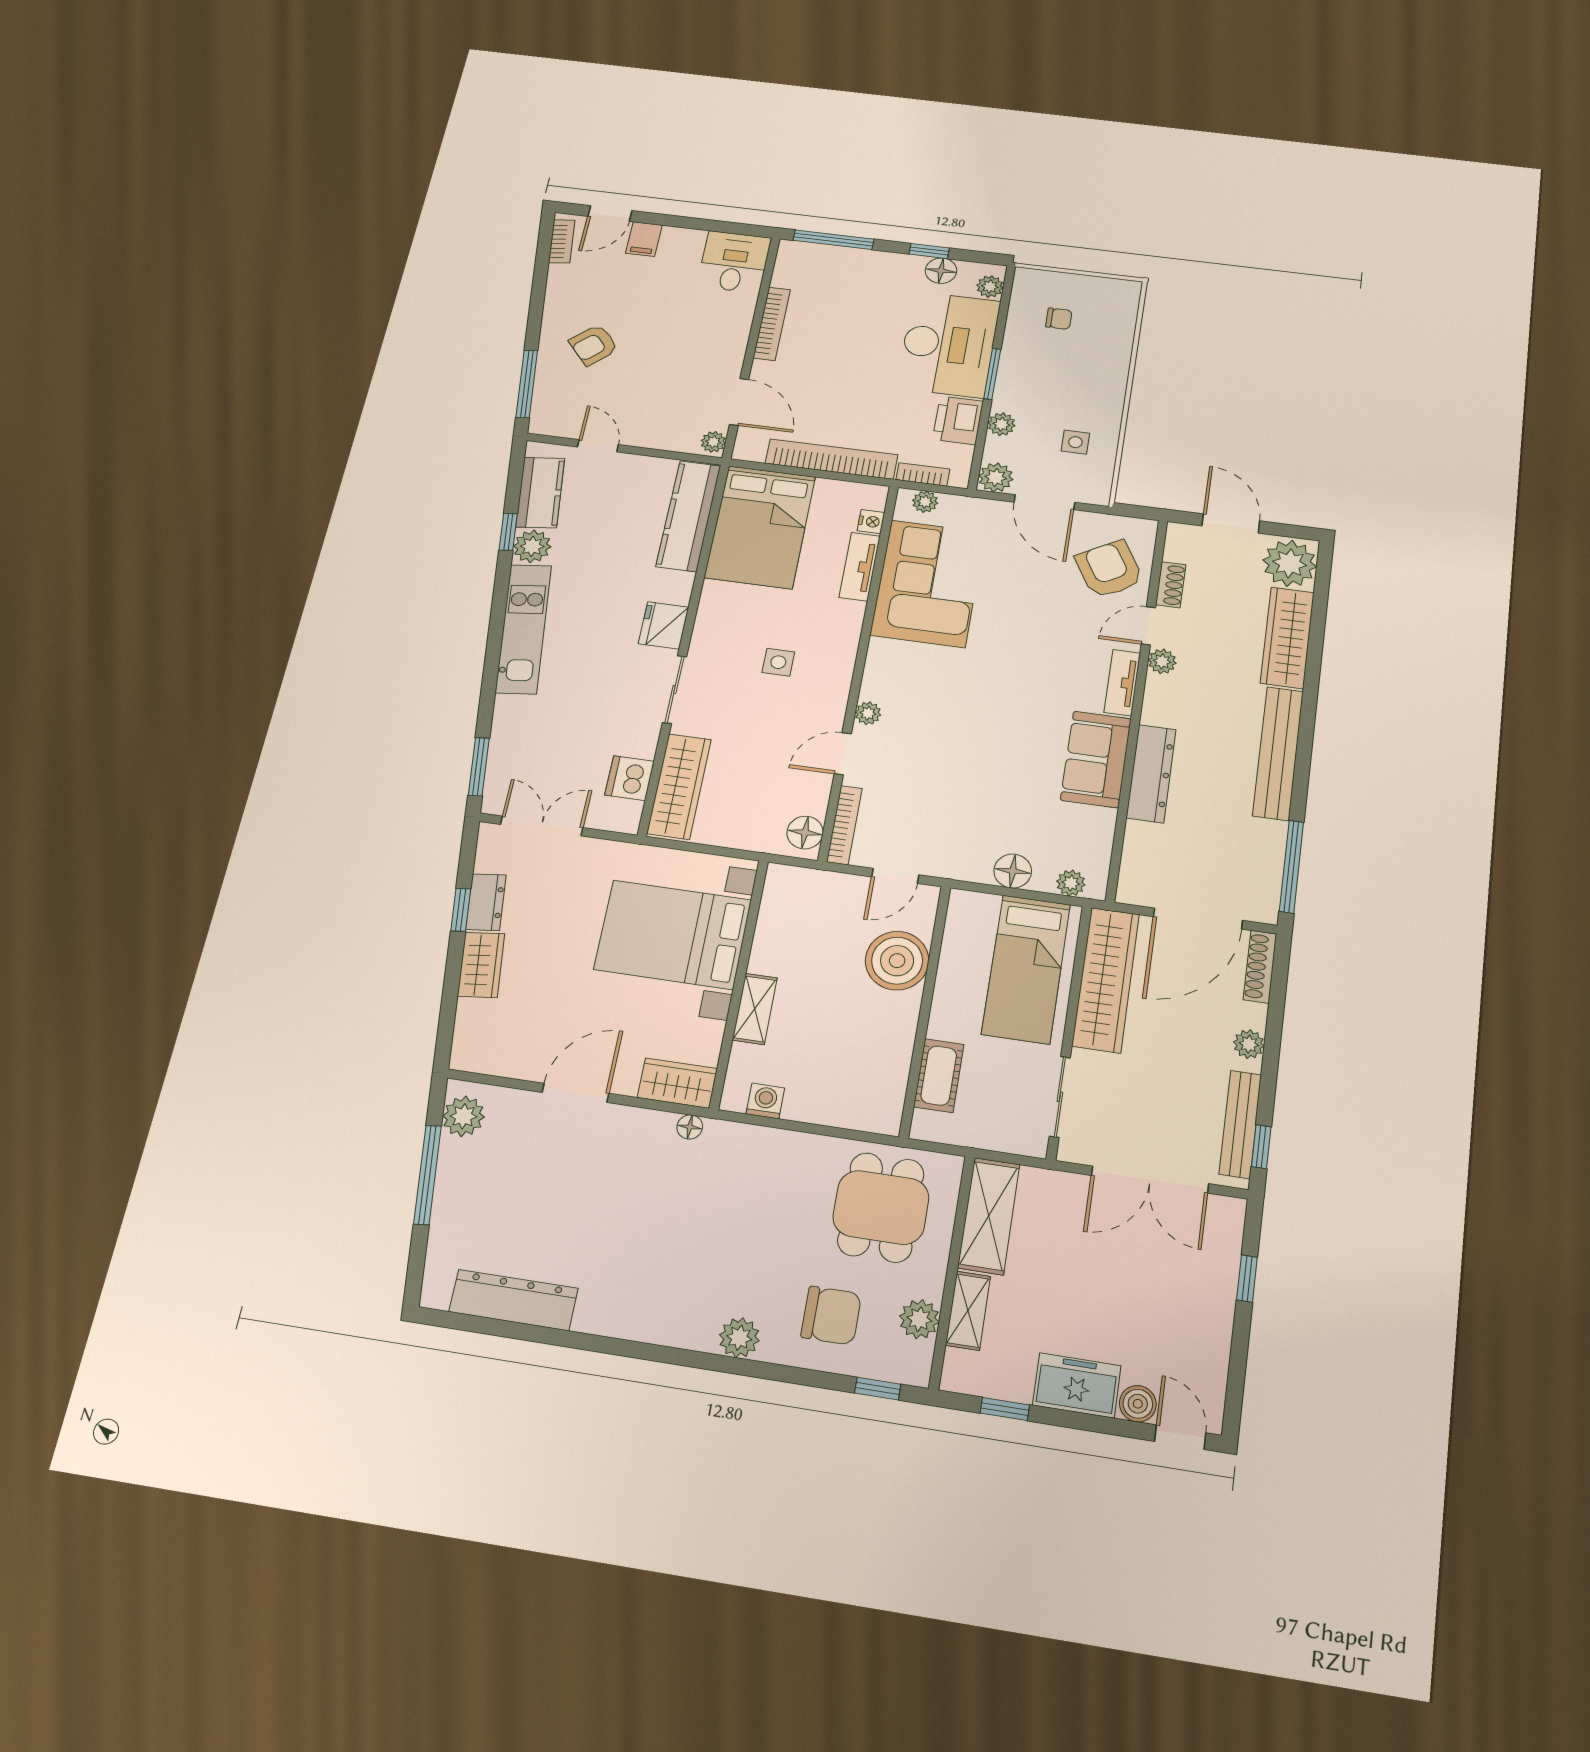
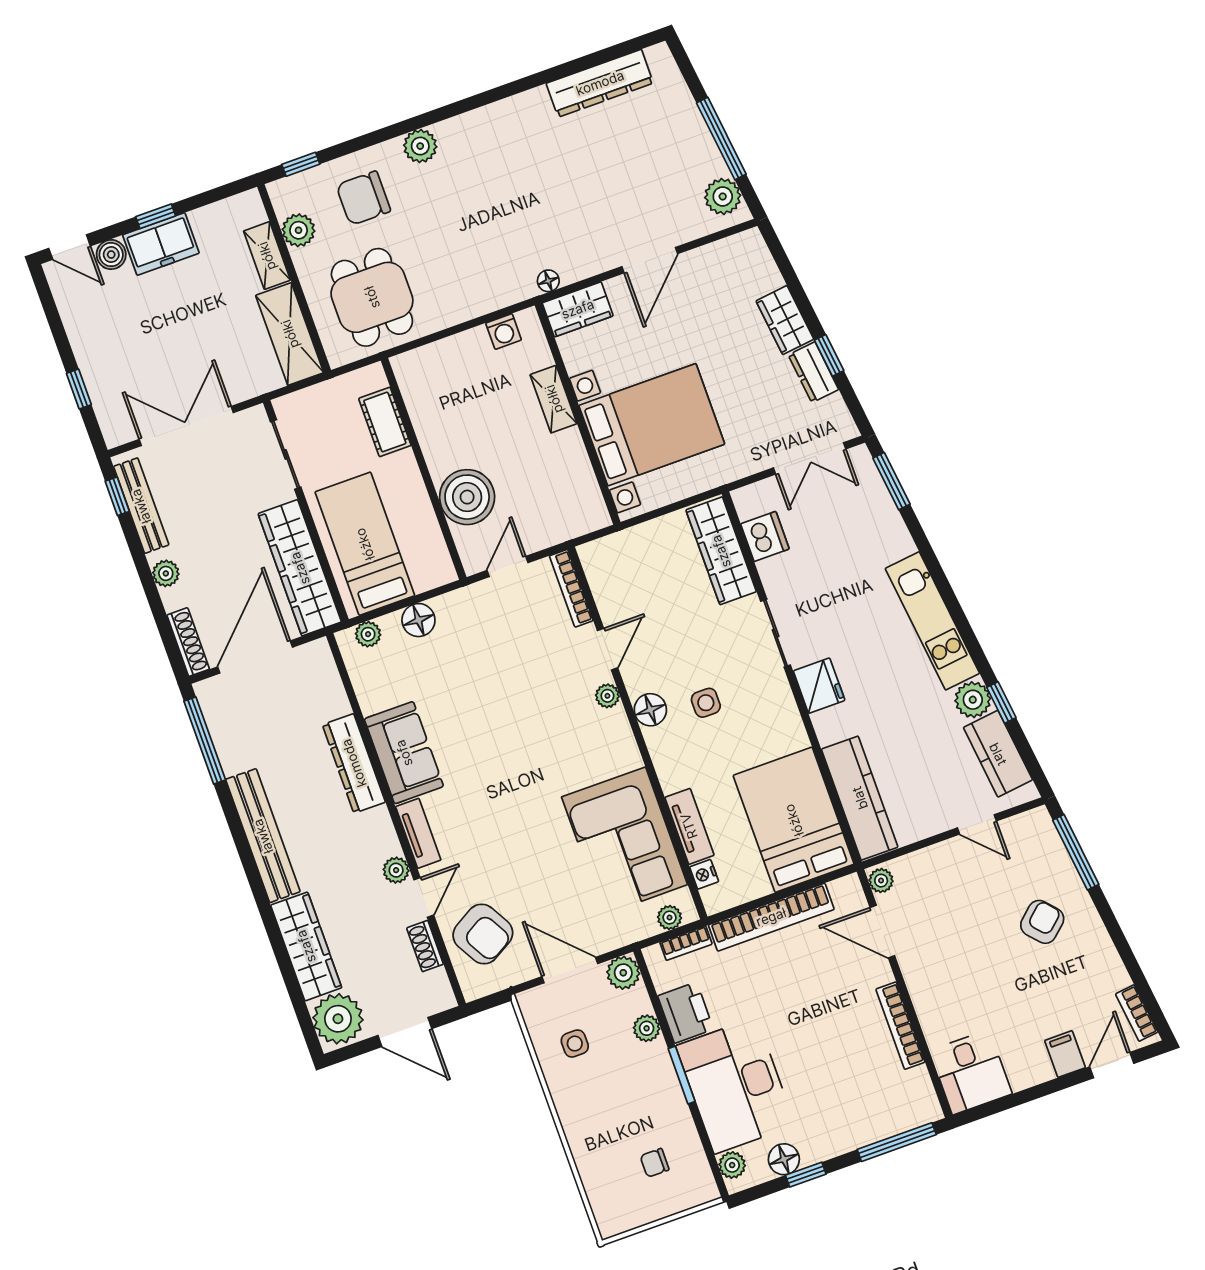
floor lamp: (805, 833) -> (650, 710), moved
window: (1005, 1409) -> (156, 216), moved

